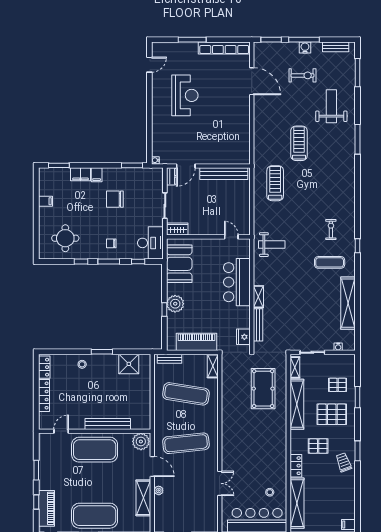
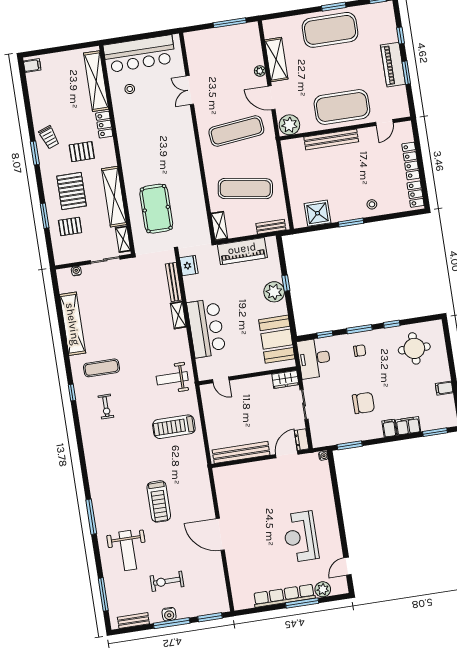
plant: (173, 48) -> (323, 589), added
row of seats: (224, 48) -> (284, 596), moved
door: (252, 81) -> (220, 534), moved
treadmill: (275, 183) -> (174, 427), moved, turned 90
pallet: (332, 414) -> (72, 191), turned 90
piano: (46, 508) -> (393, 65), moved

